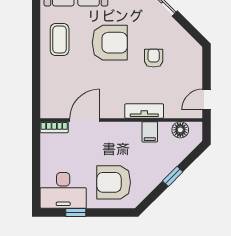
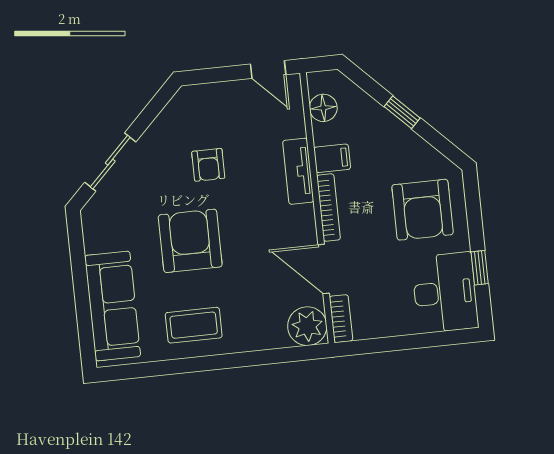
armchair: (154, 58) -> (208, 165), turned -90
plant: (52, 107) -> (307, 326), added
bookcase: (121, 127) -> (329, 208), added

